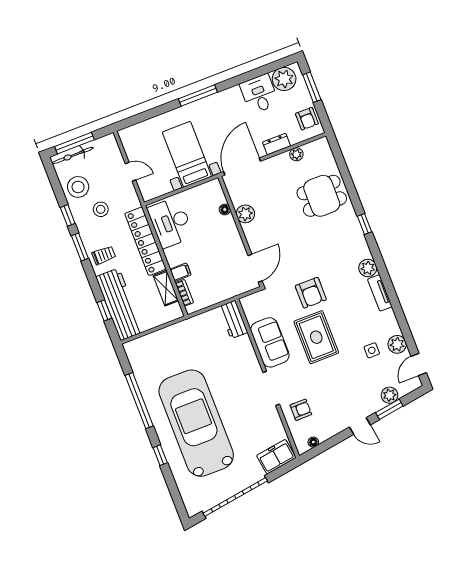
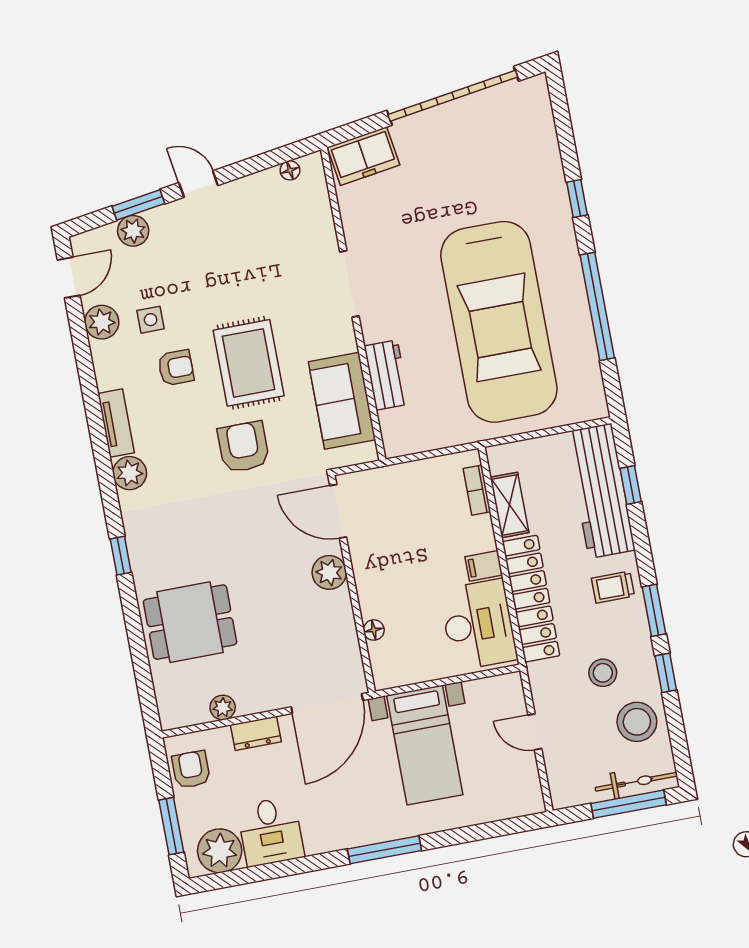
plant: (245, 214) -> (329, 572), moved
door: (255, 268) -> (338, 511), hinge flipped
filing cabinet: (181, 272) -> (484, 566), moved
workbench: (233, 319) -> (387, 375), moved
sofa: (270, 342) -> (342, 401), moved
armchair: (301, 410) -> (176, 368), moved, turned 180
car: (196, 423) -> (499, 322), moved

